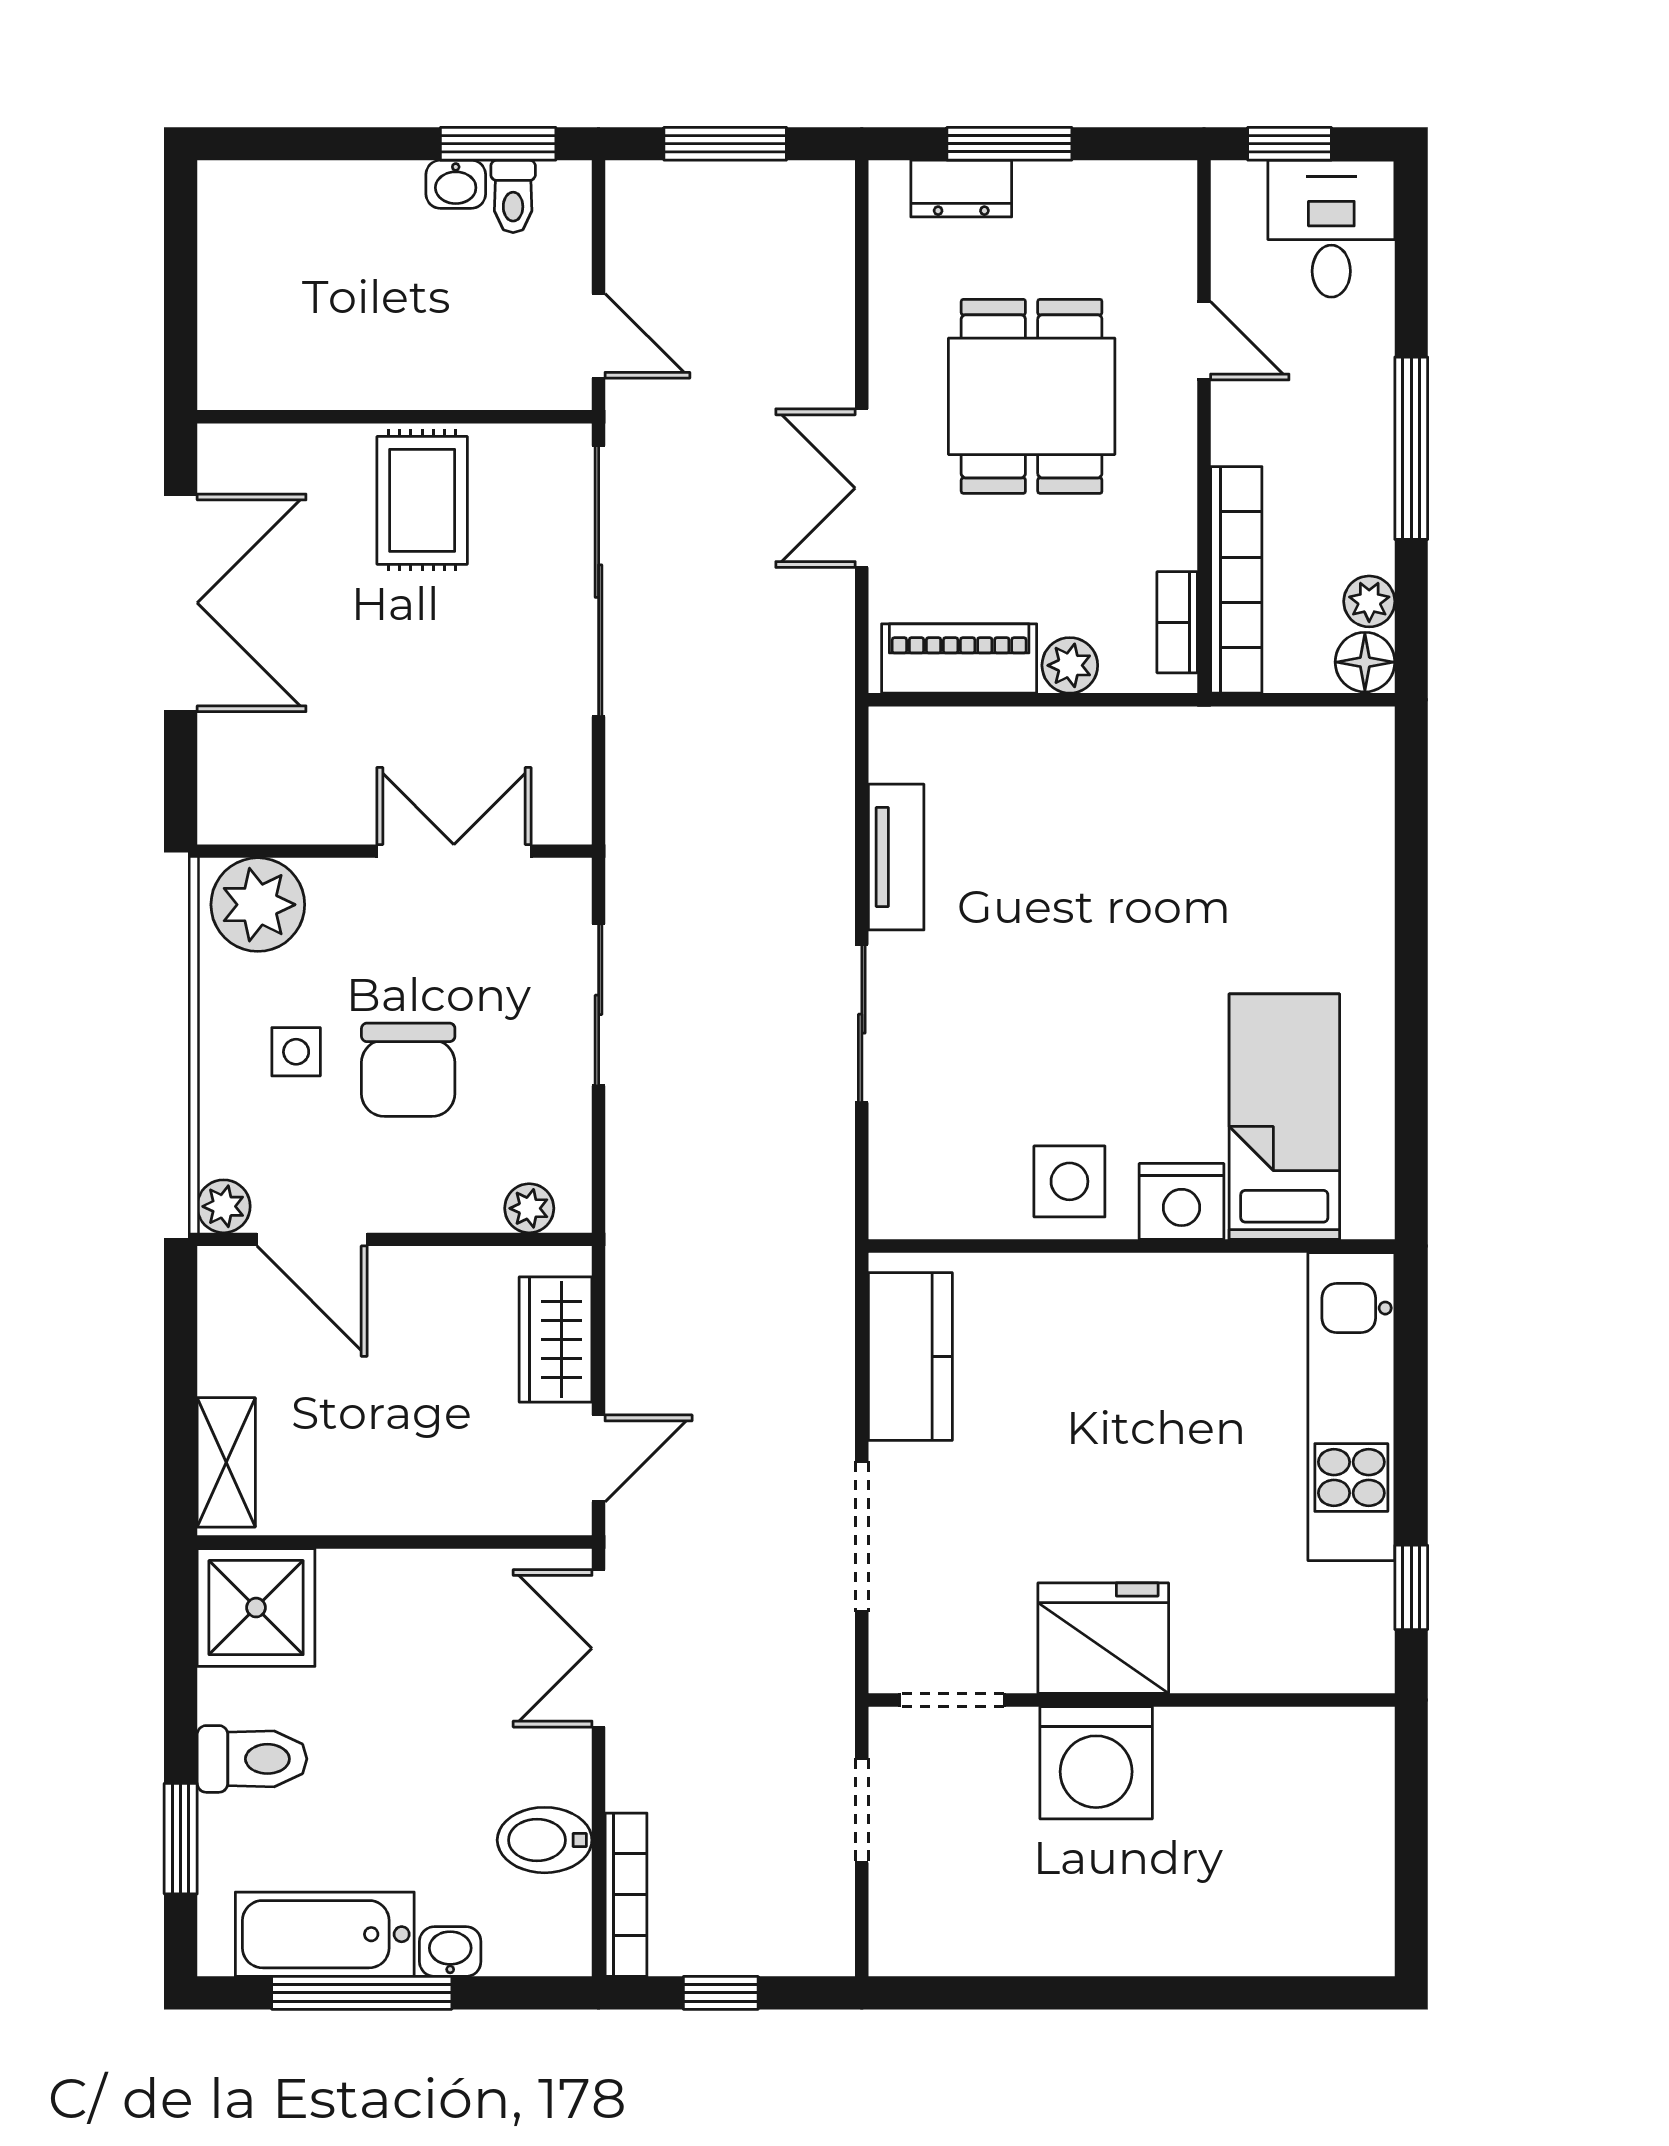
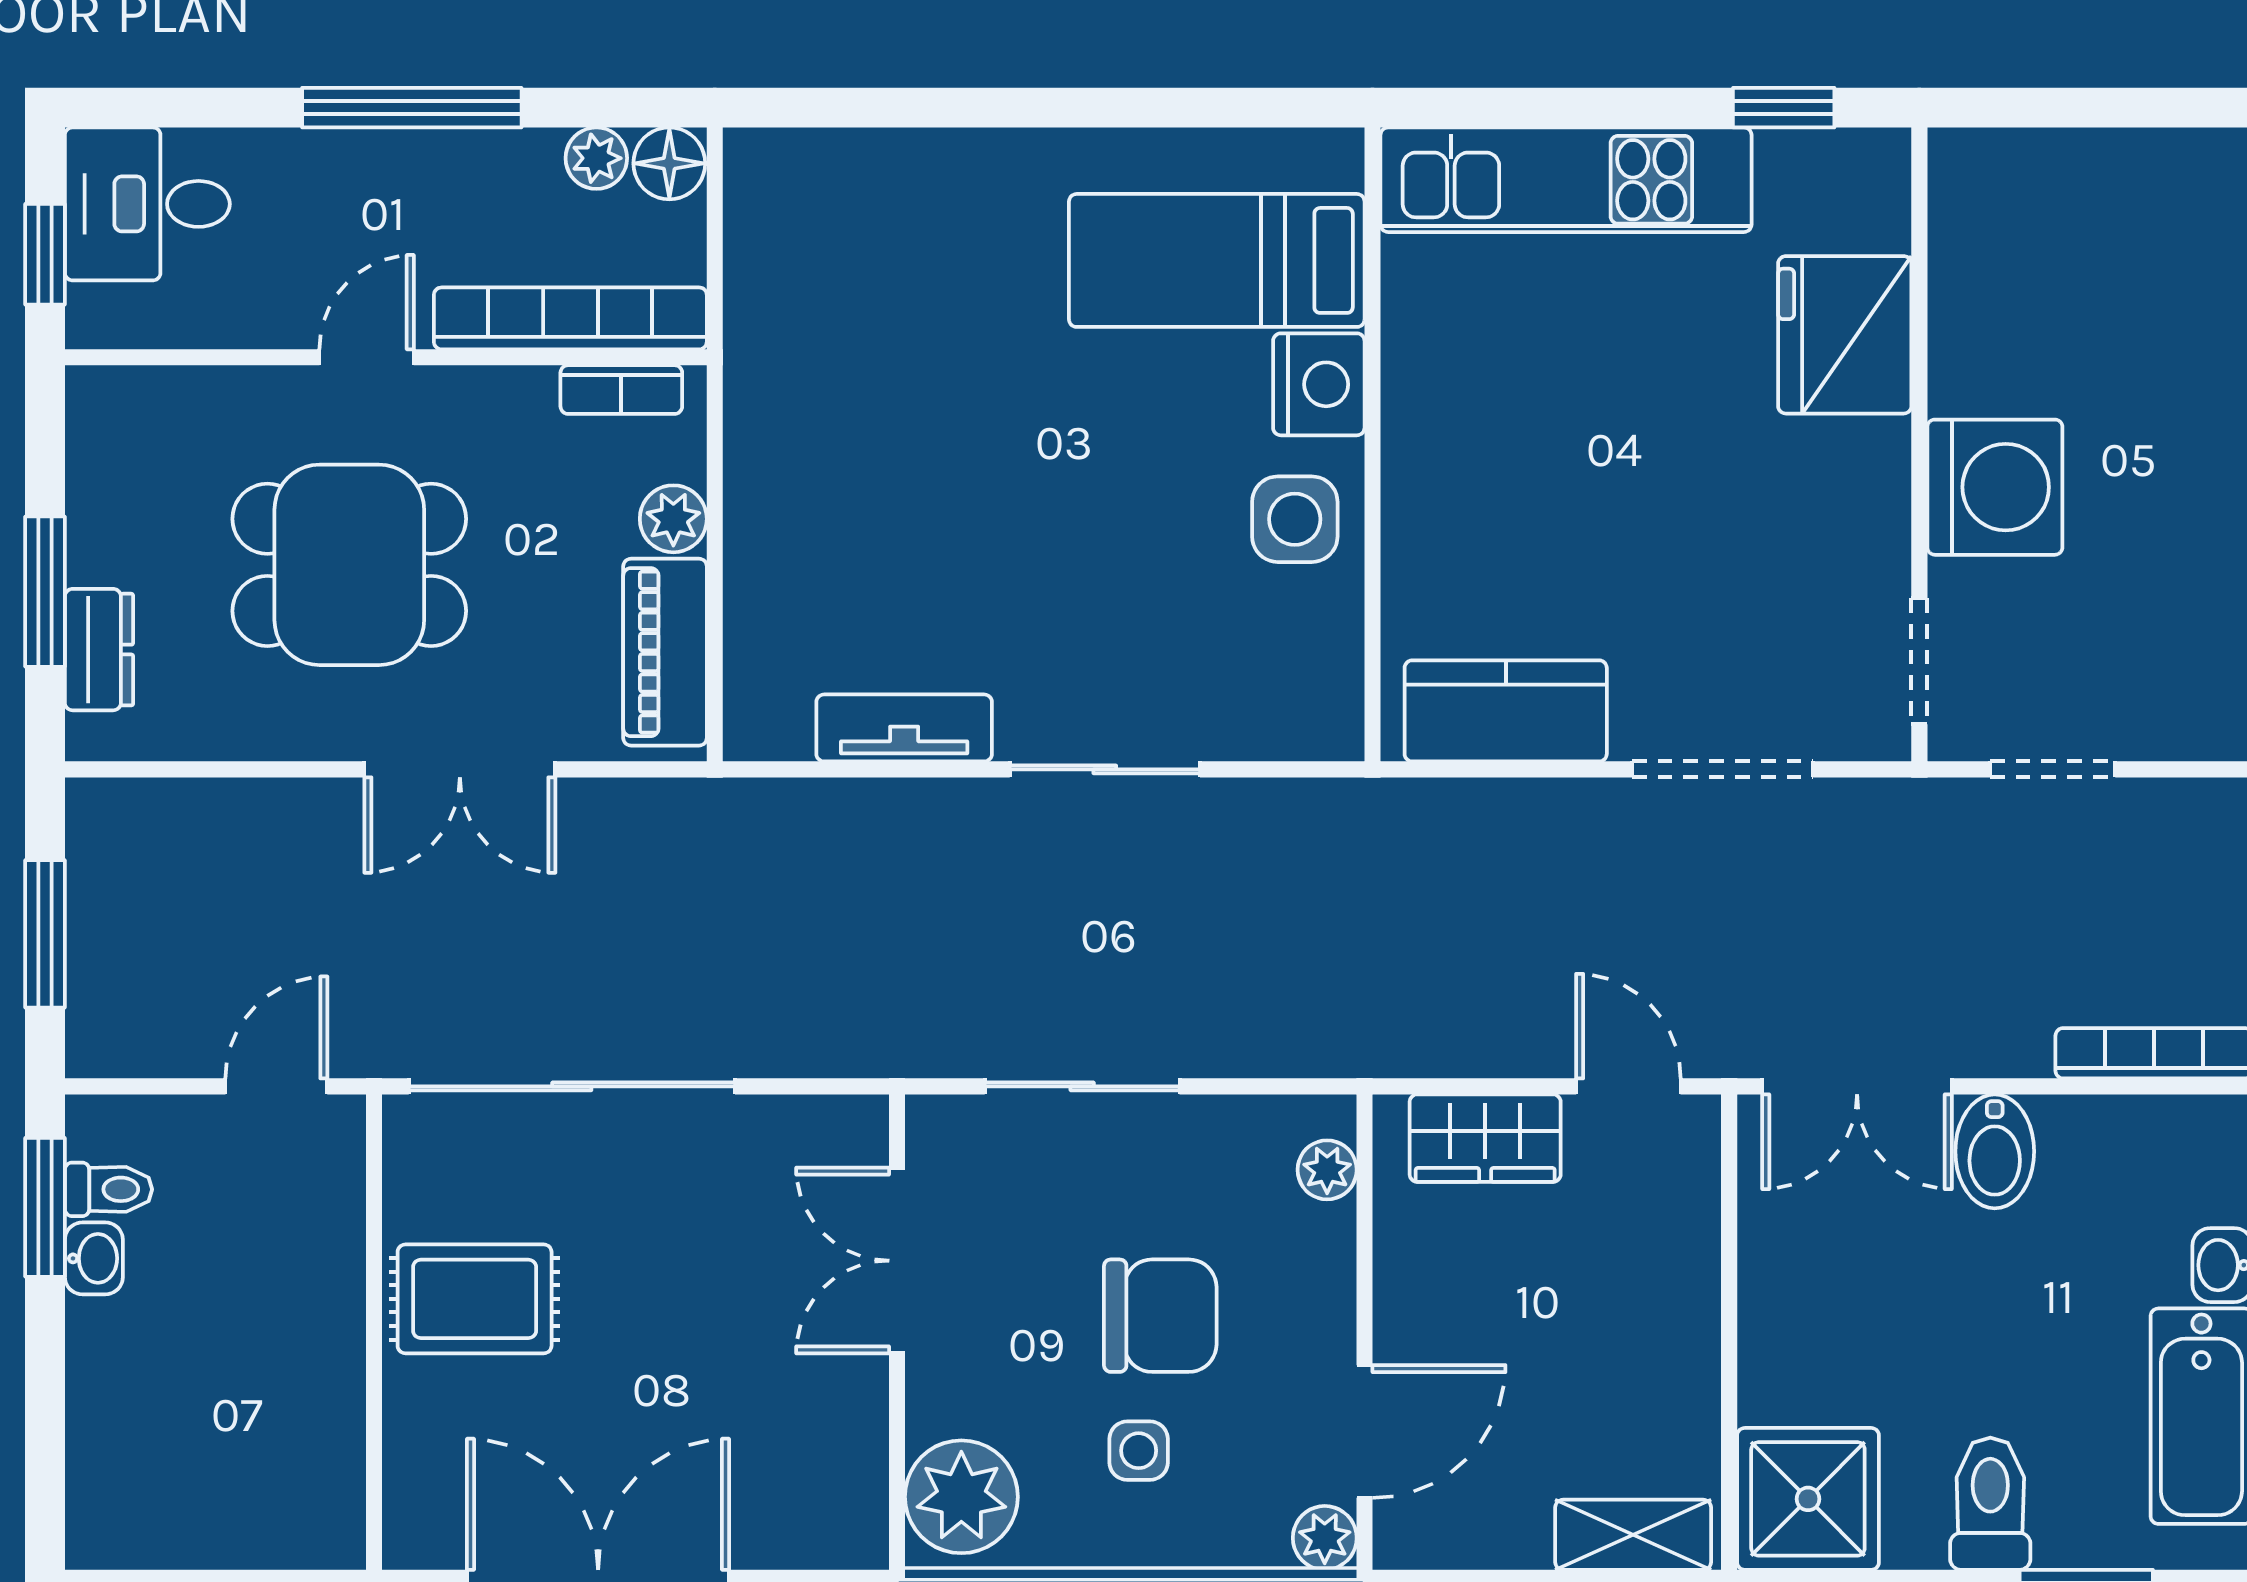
door: (1204, 341) -> (367, 357), moved
fridge: (1103, 1638) -> (1845, 335), moved
bidet: (545, 1840) -> (1995, 1151), moved

